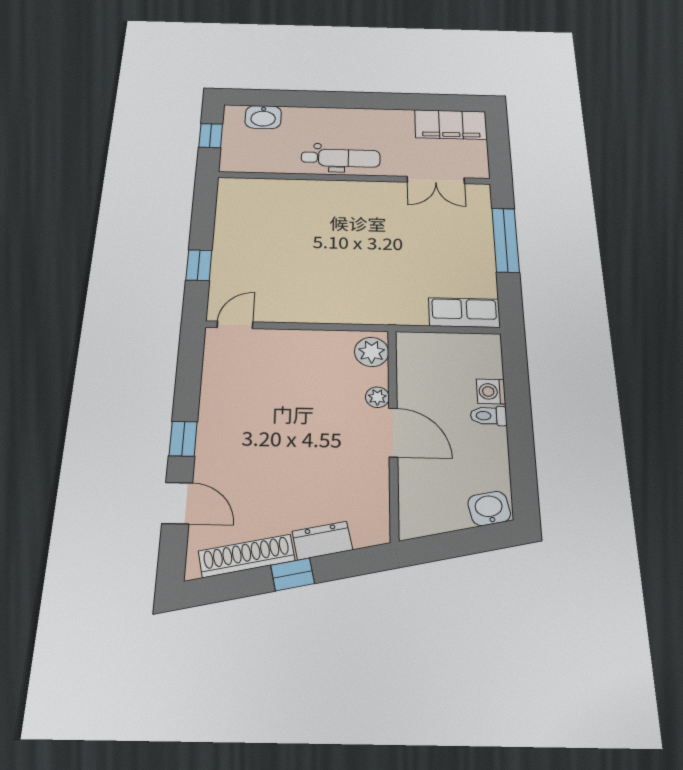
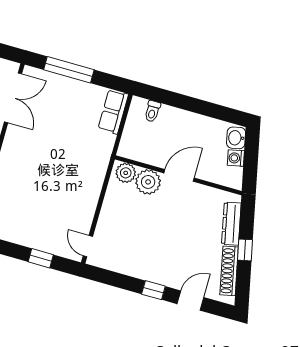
double door: (436, 180) -> (13, 98), width x1.37
washing machine: (491, 391) -> (236, 158), moved, turned 78
plant: (377, 397) -> (148, 182), width x1.87, depth x1.87
toilet: (489, 416) -> (152, 111), moved
dresser: (322, 541) -> (231, 224), width x1.44

